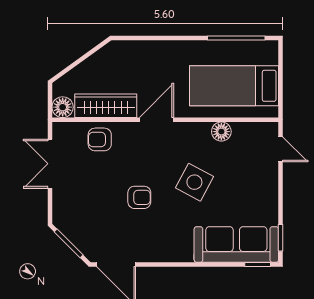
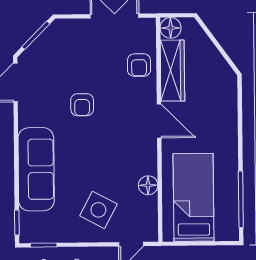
armchair: (100, 139) -> (139, 65), turned 180
side table: (194, 182) -> (98, 210), moved
sofa: (236, 244) -> (36, 169), moved

